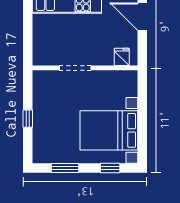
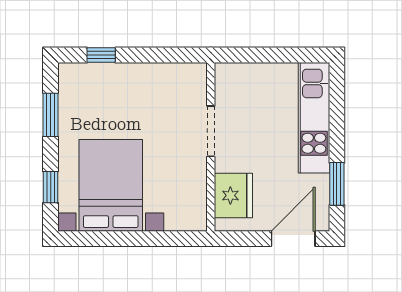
fridge: (122, 57) -> (233, 195), width x1.88, depth x1.34
window: (28, 119) -> (101, 55), moved

